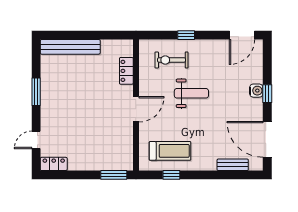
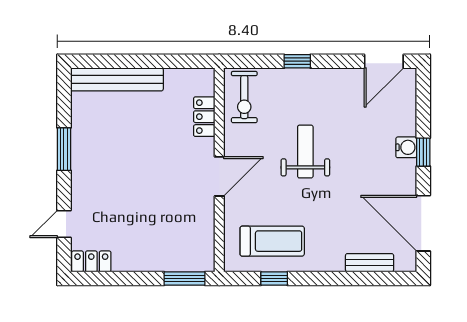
exercise bike: (172, 60) -> (244, 97), moved, turned -90
weight bench: (191, 93) -> (305, 152), turned -90

